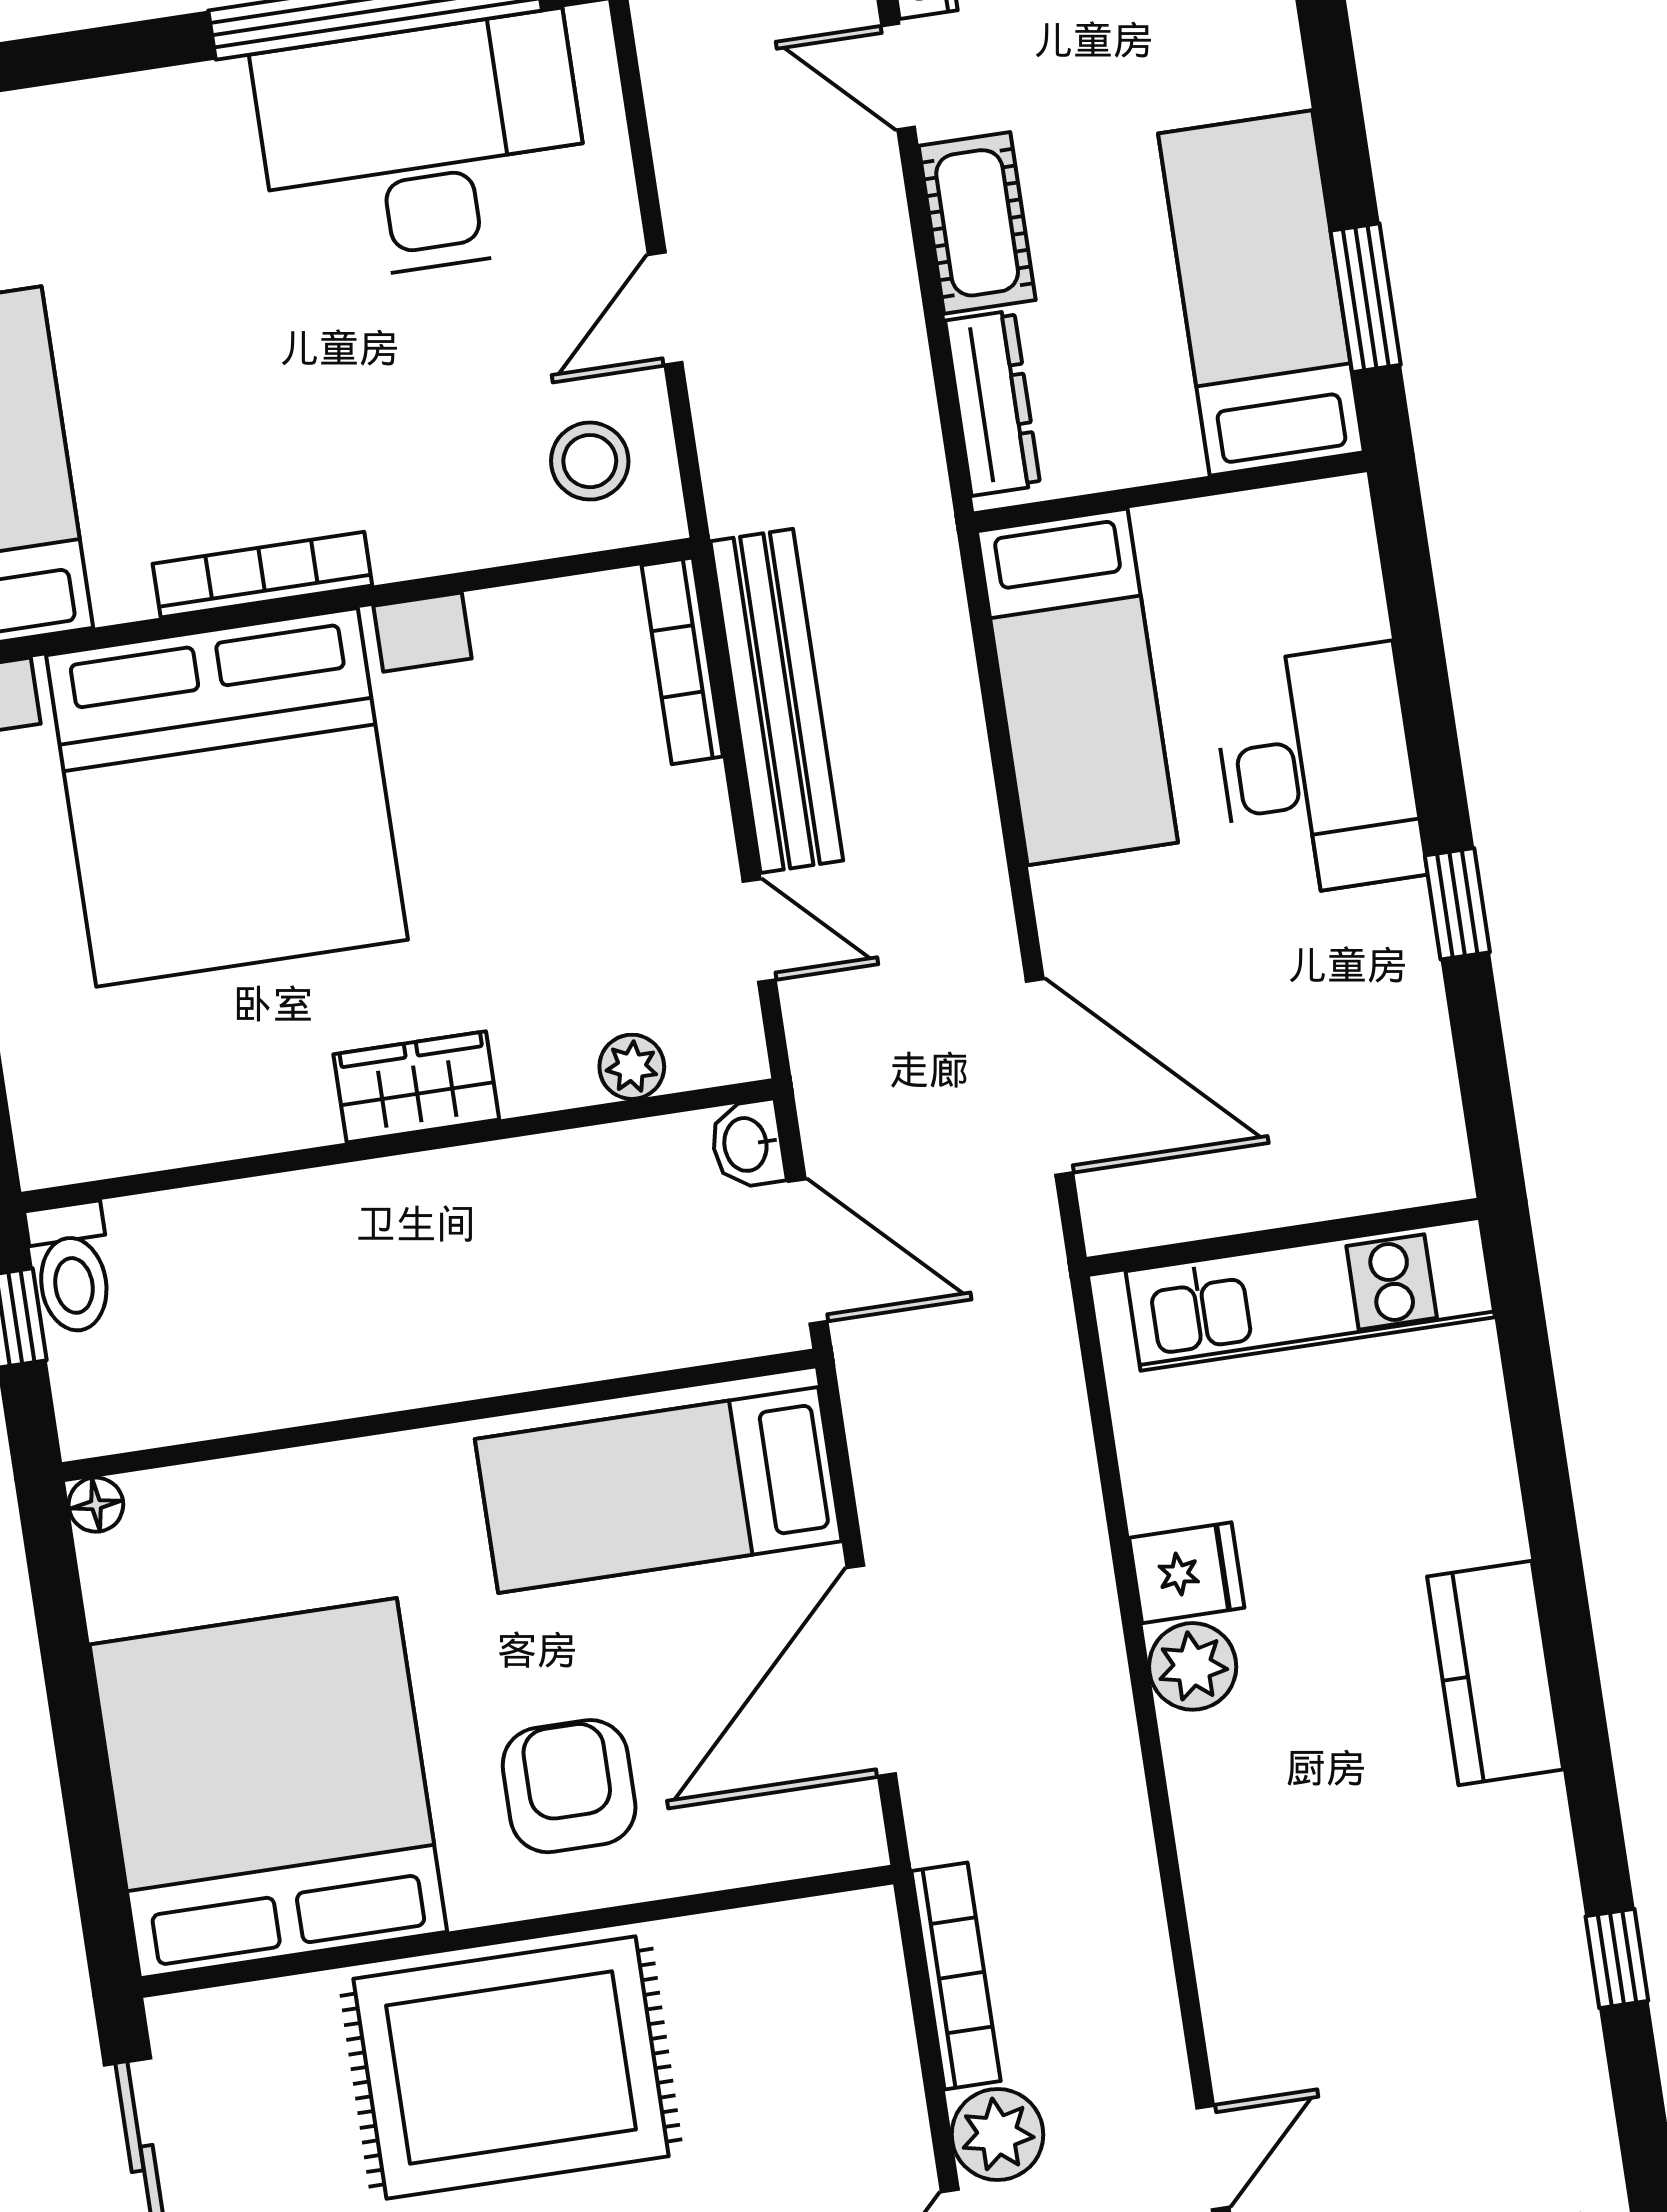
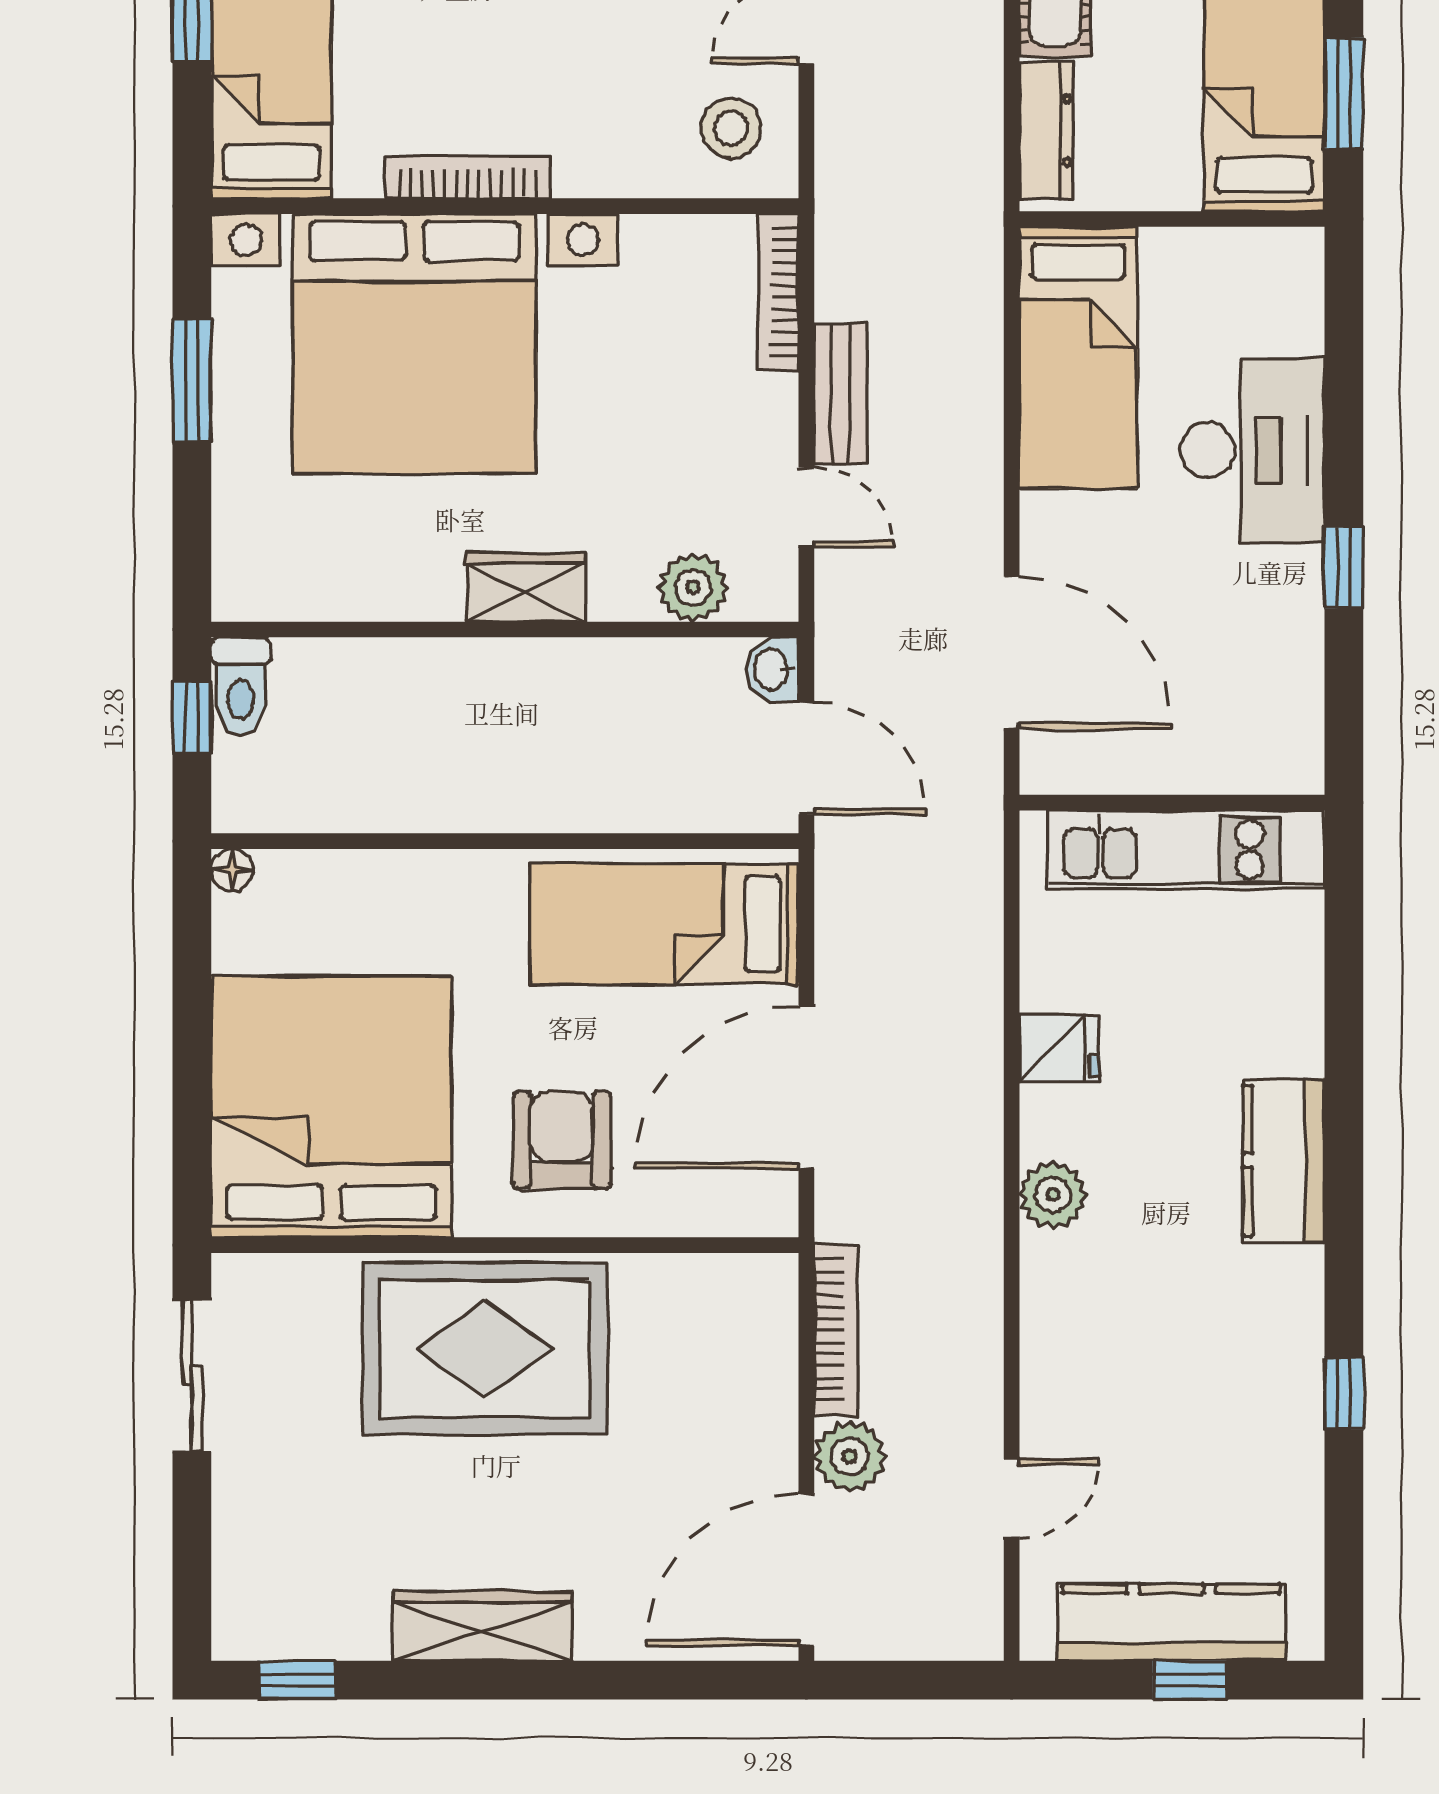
bench: (777, 701) -> (841, 394), width x0.54, depth x0.82
plant: (632, 1067) -> (693, 587), width x1.38, depth x1.38
plant: (1193, 1666) -> (1053, 1195), moved

